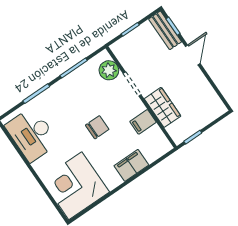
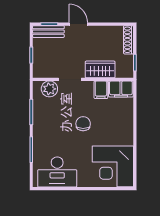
shoe rack: (211, 115) -> (129, 40), added
filing cabinet: (131, 165) -> (121, 89), moved, turned -90

